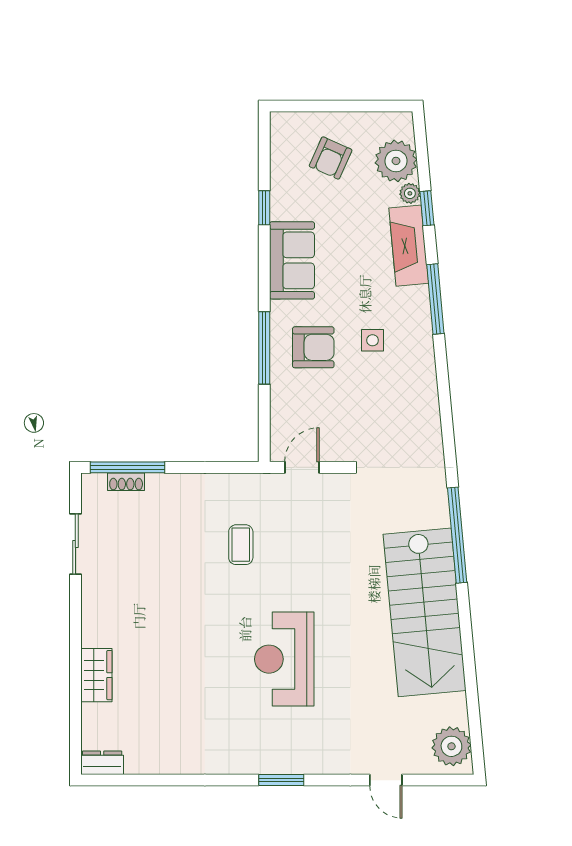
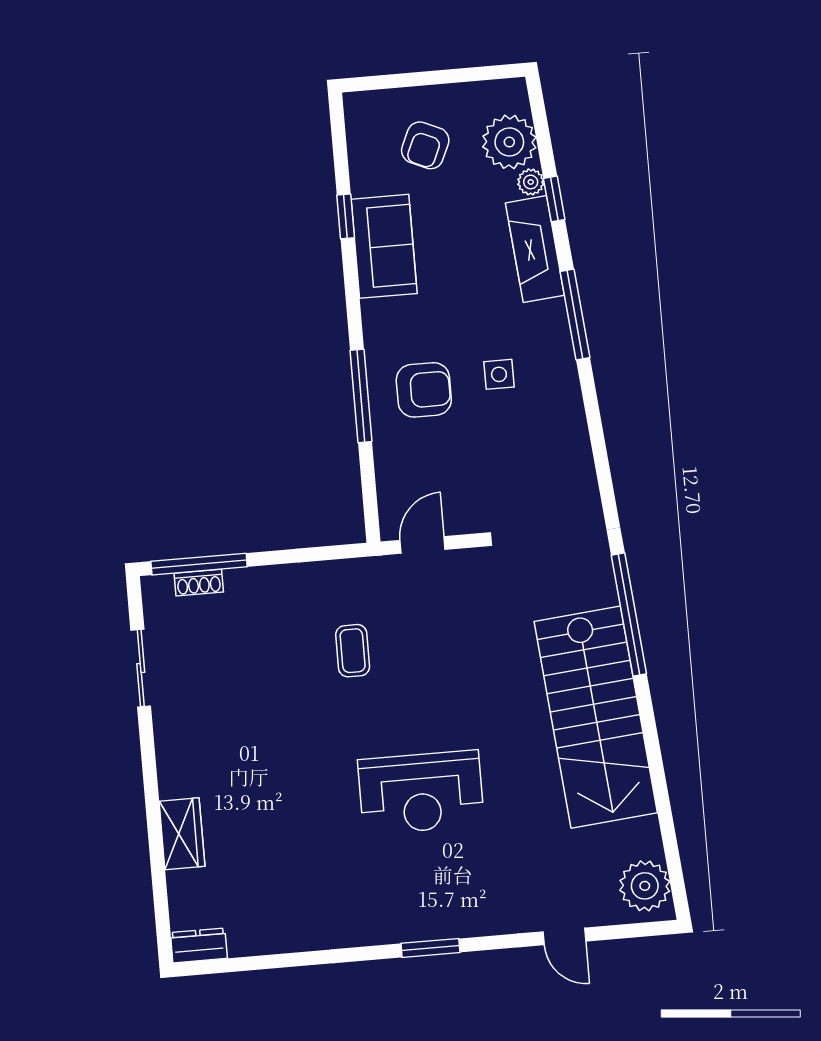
sofa: (292, 260) -> (384, 246), moved
reception desk: (284, 659) -> (421, 792), turned -90

